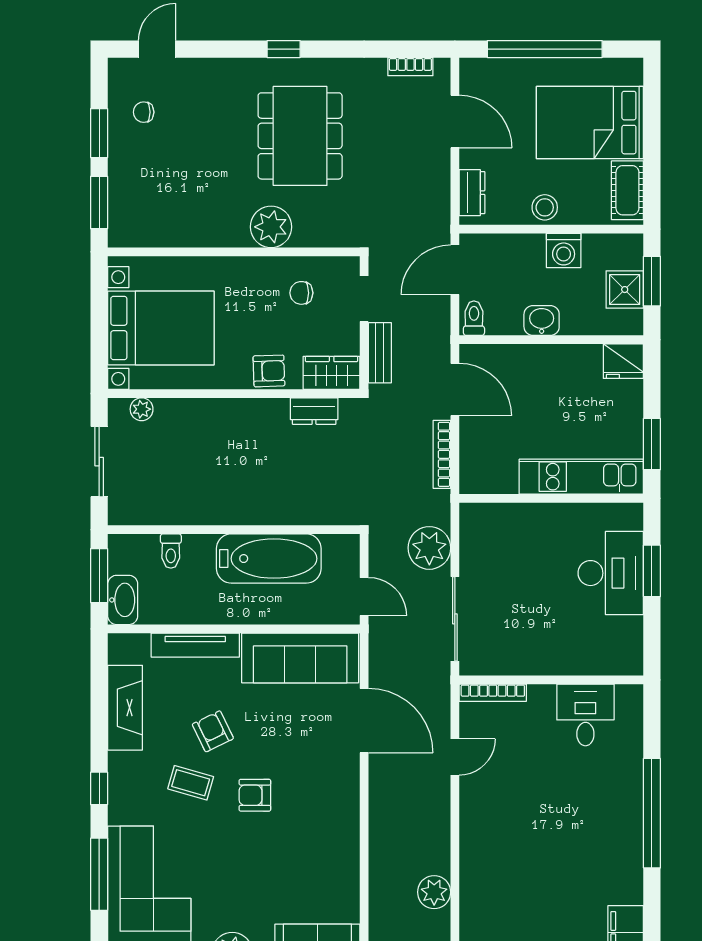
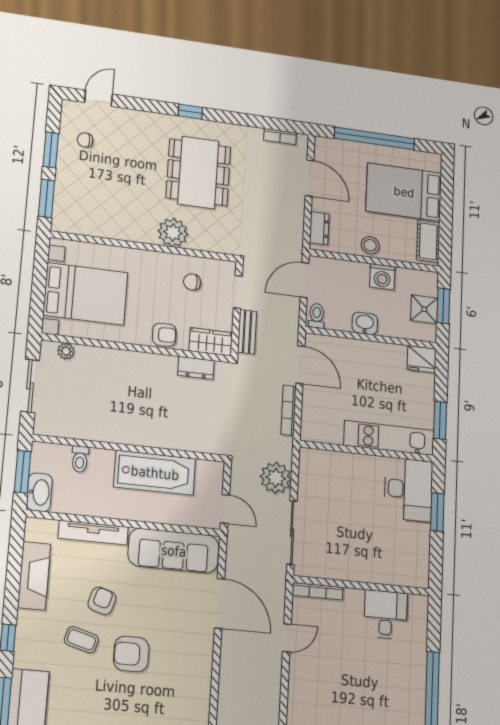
desk: (611, 573) -> (408, 489), moved
armchair: (213, 731) -> (102, 601), turned 43
armchair: (255, 795) -> (131, 654), width x1.38, depth x1.38

